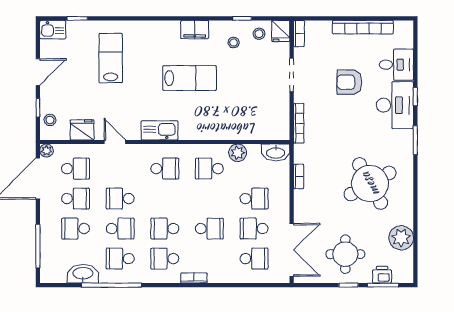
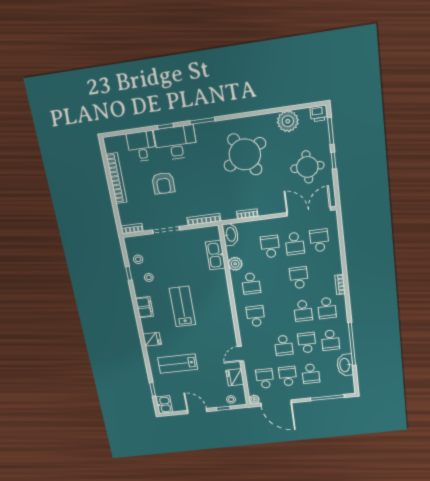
fridge: (281, 31) -> (152, 339), moved
kitchen sink: (159, 130) -> (216, 255), moved
printer: (382, 275) -> (319, 113), moved, turned -90

